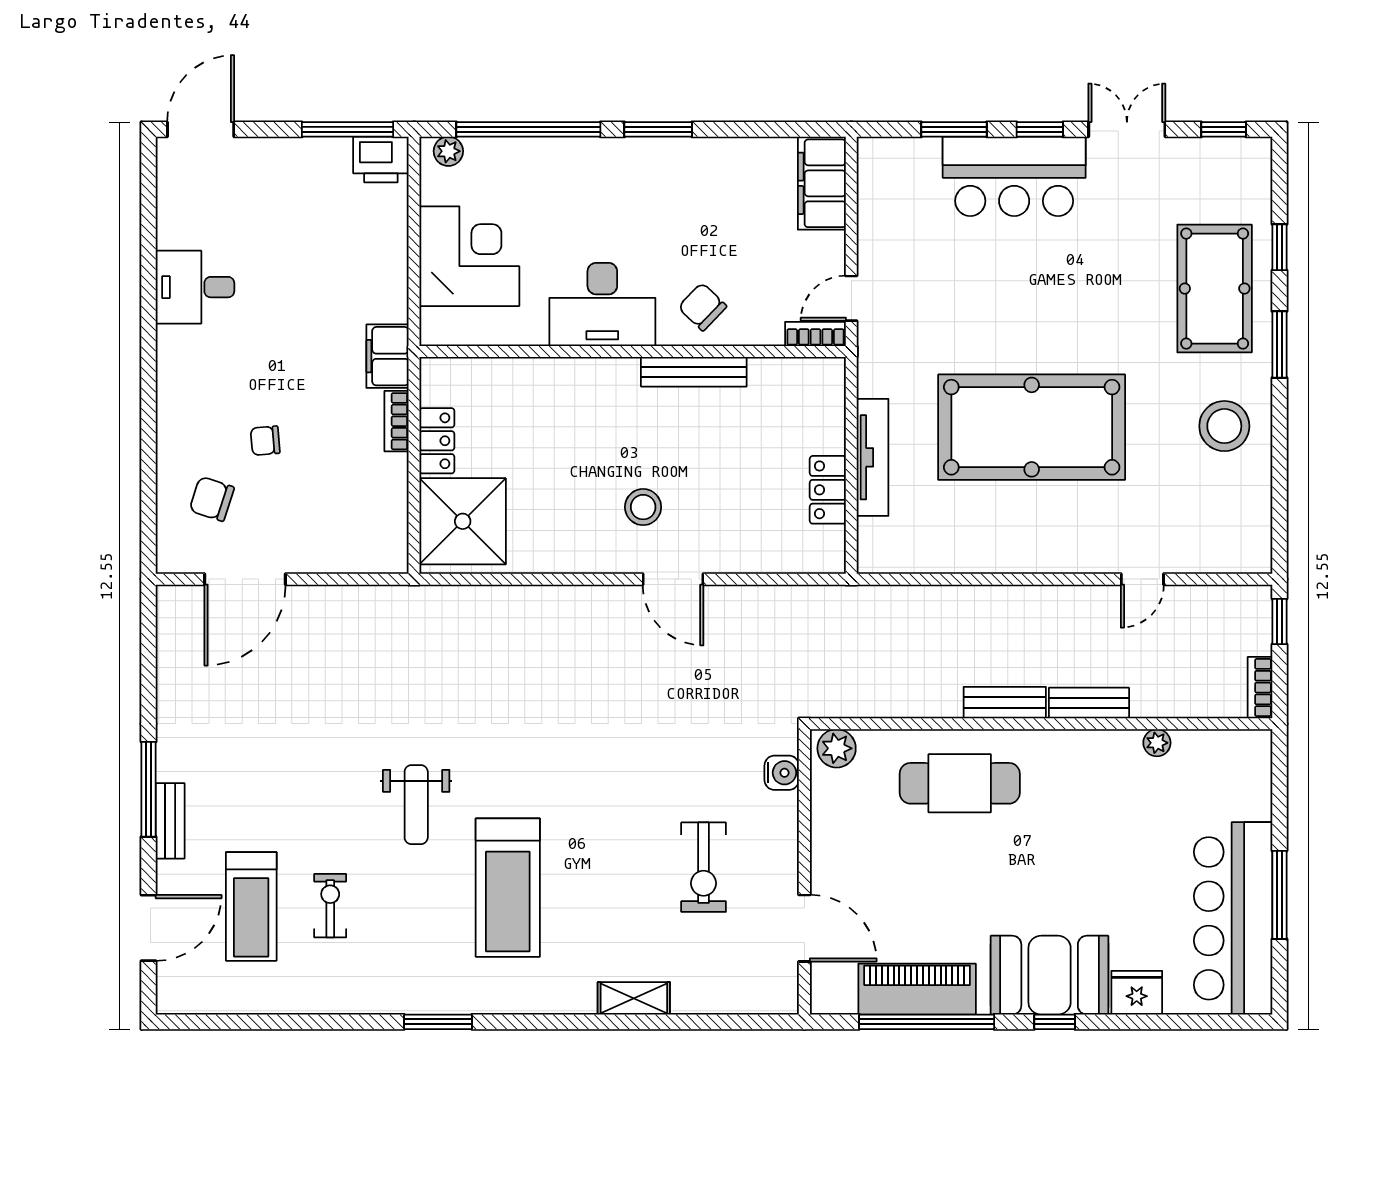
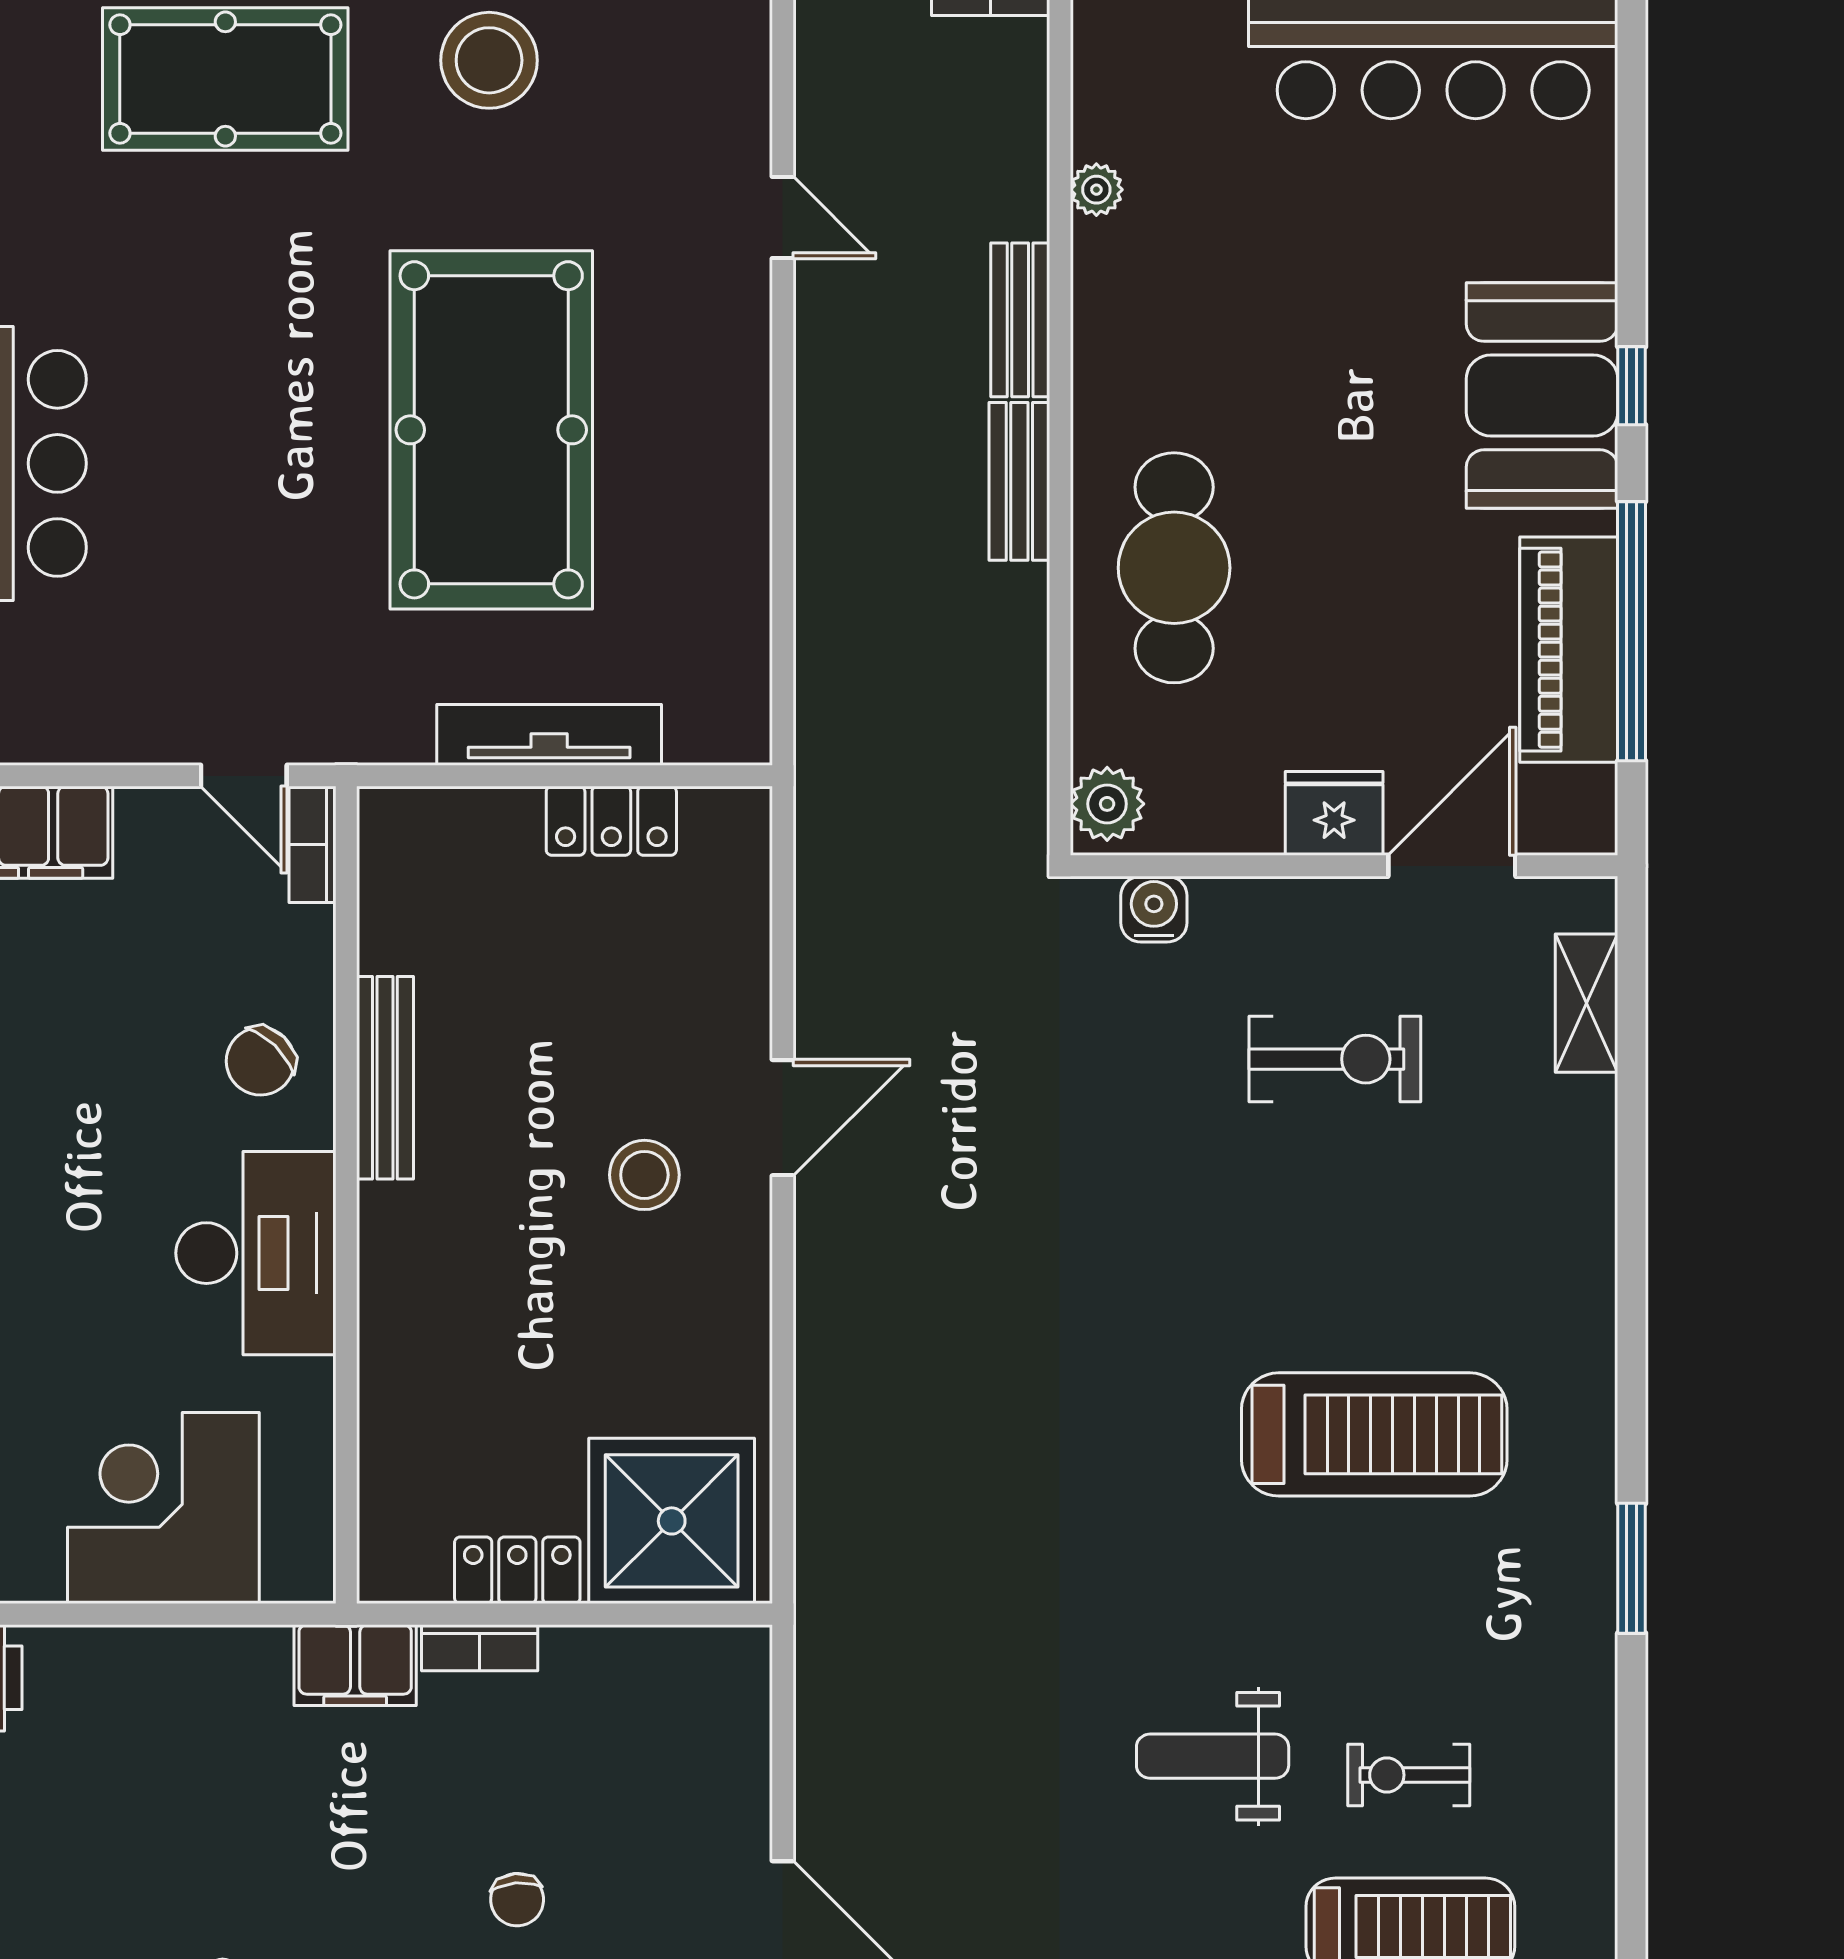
weight bench: (416, 805) -> (1213, 1756), moved, turned 180
fridge: (1137, 993) -> (1334, 813), moved, turned 90
shelving: (634, 998) -> (1587, 1003), moved

